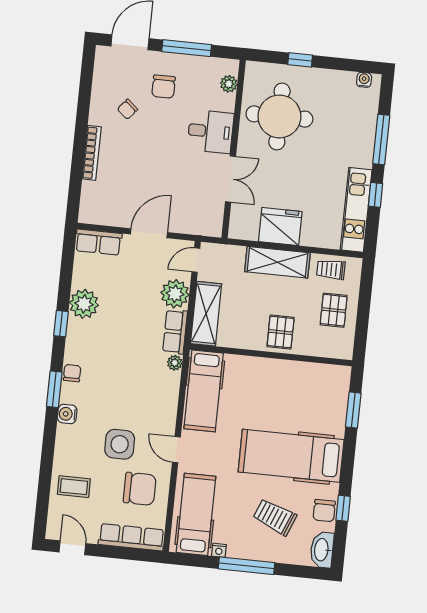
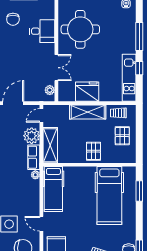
plant: (229, 84) -> (50, 90), moved
desk: (211, 131) -> (42, 31), moved
hospital bed: (291, 456) -> (109, 196), moved, turned -90

